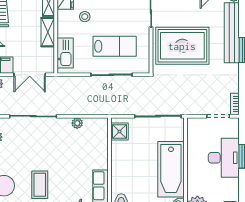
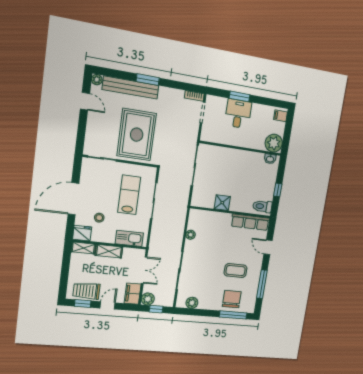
shower: (119, 131) -> (222, 203), moved
desk: (224, 158) -> (238, 114), width x0.73
bathtub: (171, 169) -> (240, 161), removed

